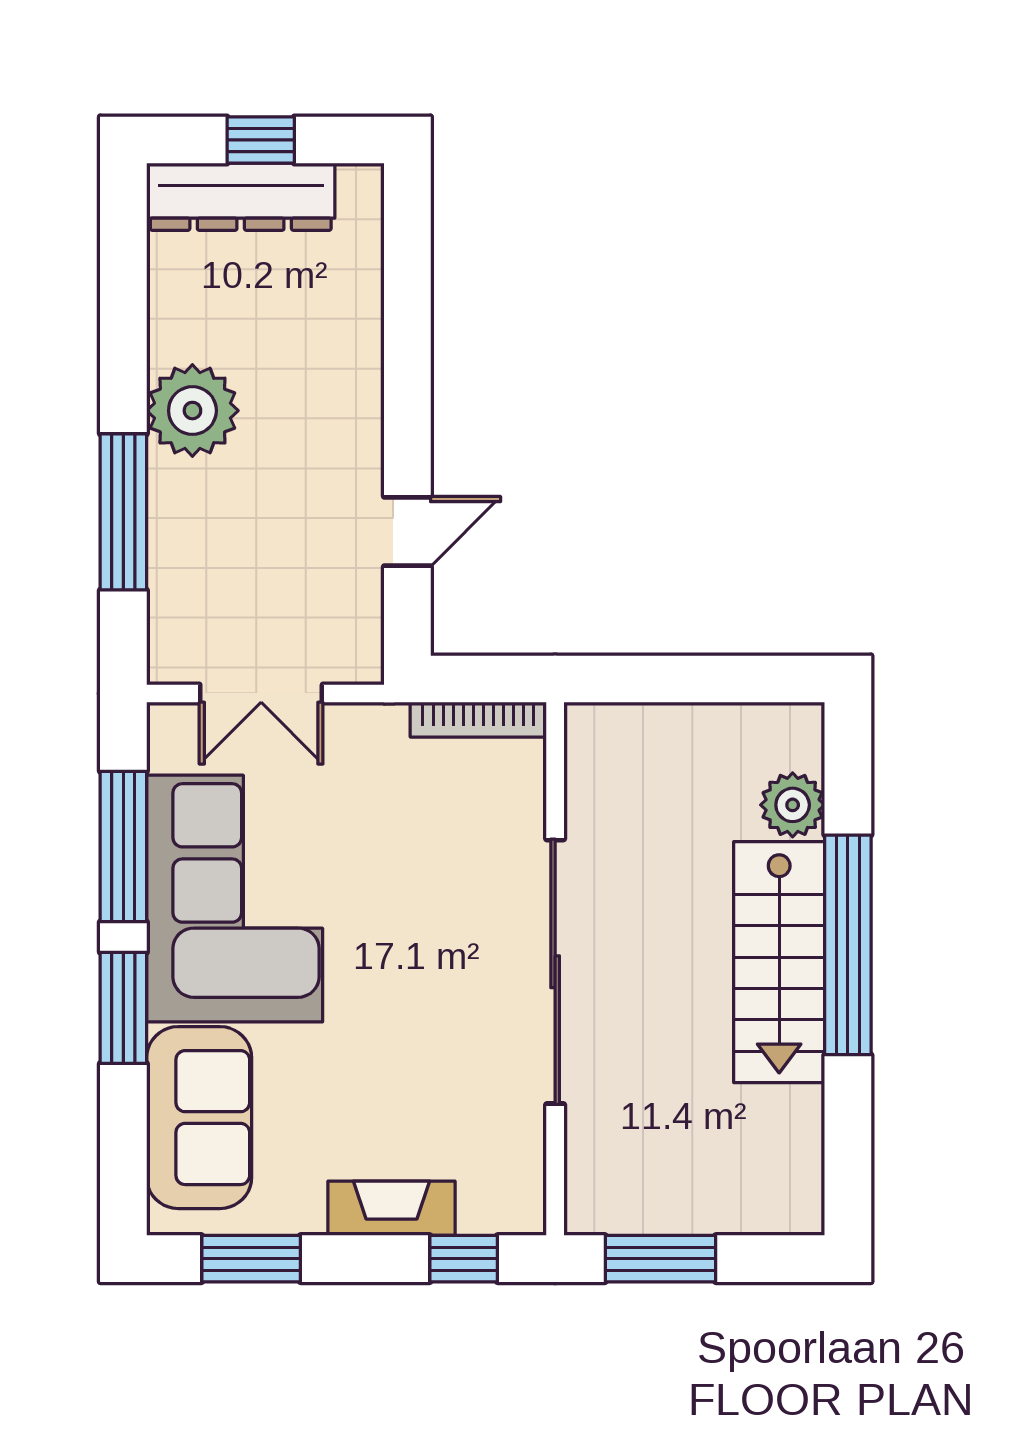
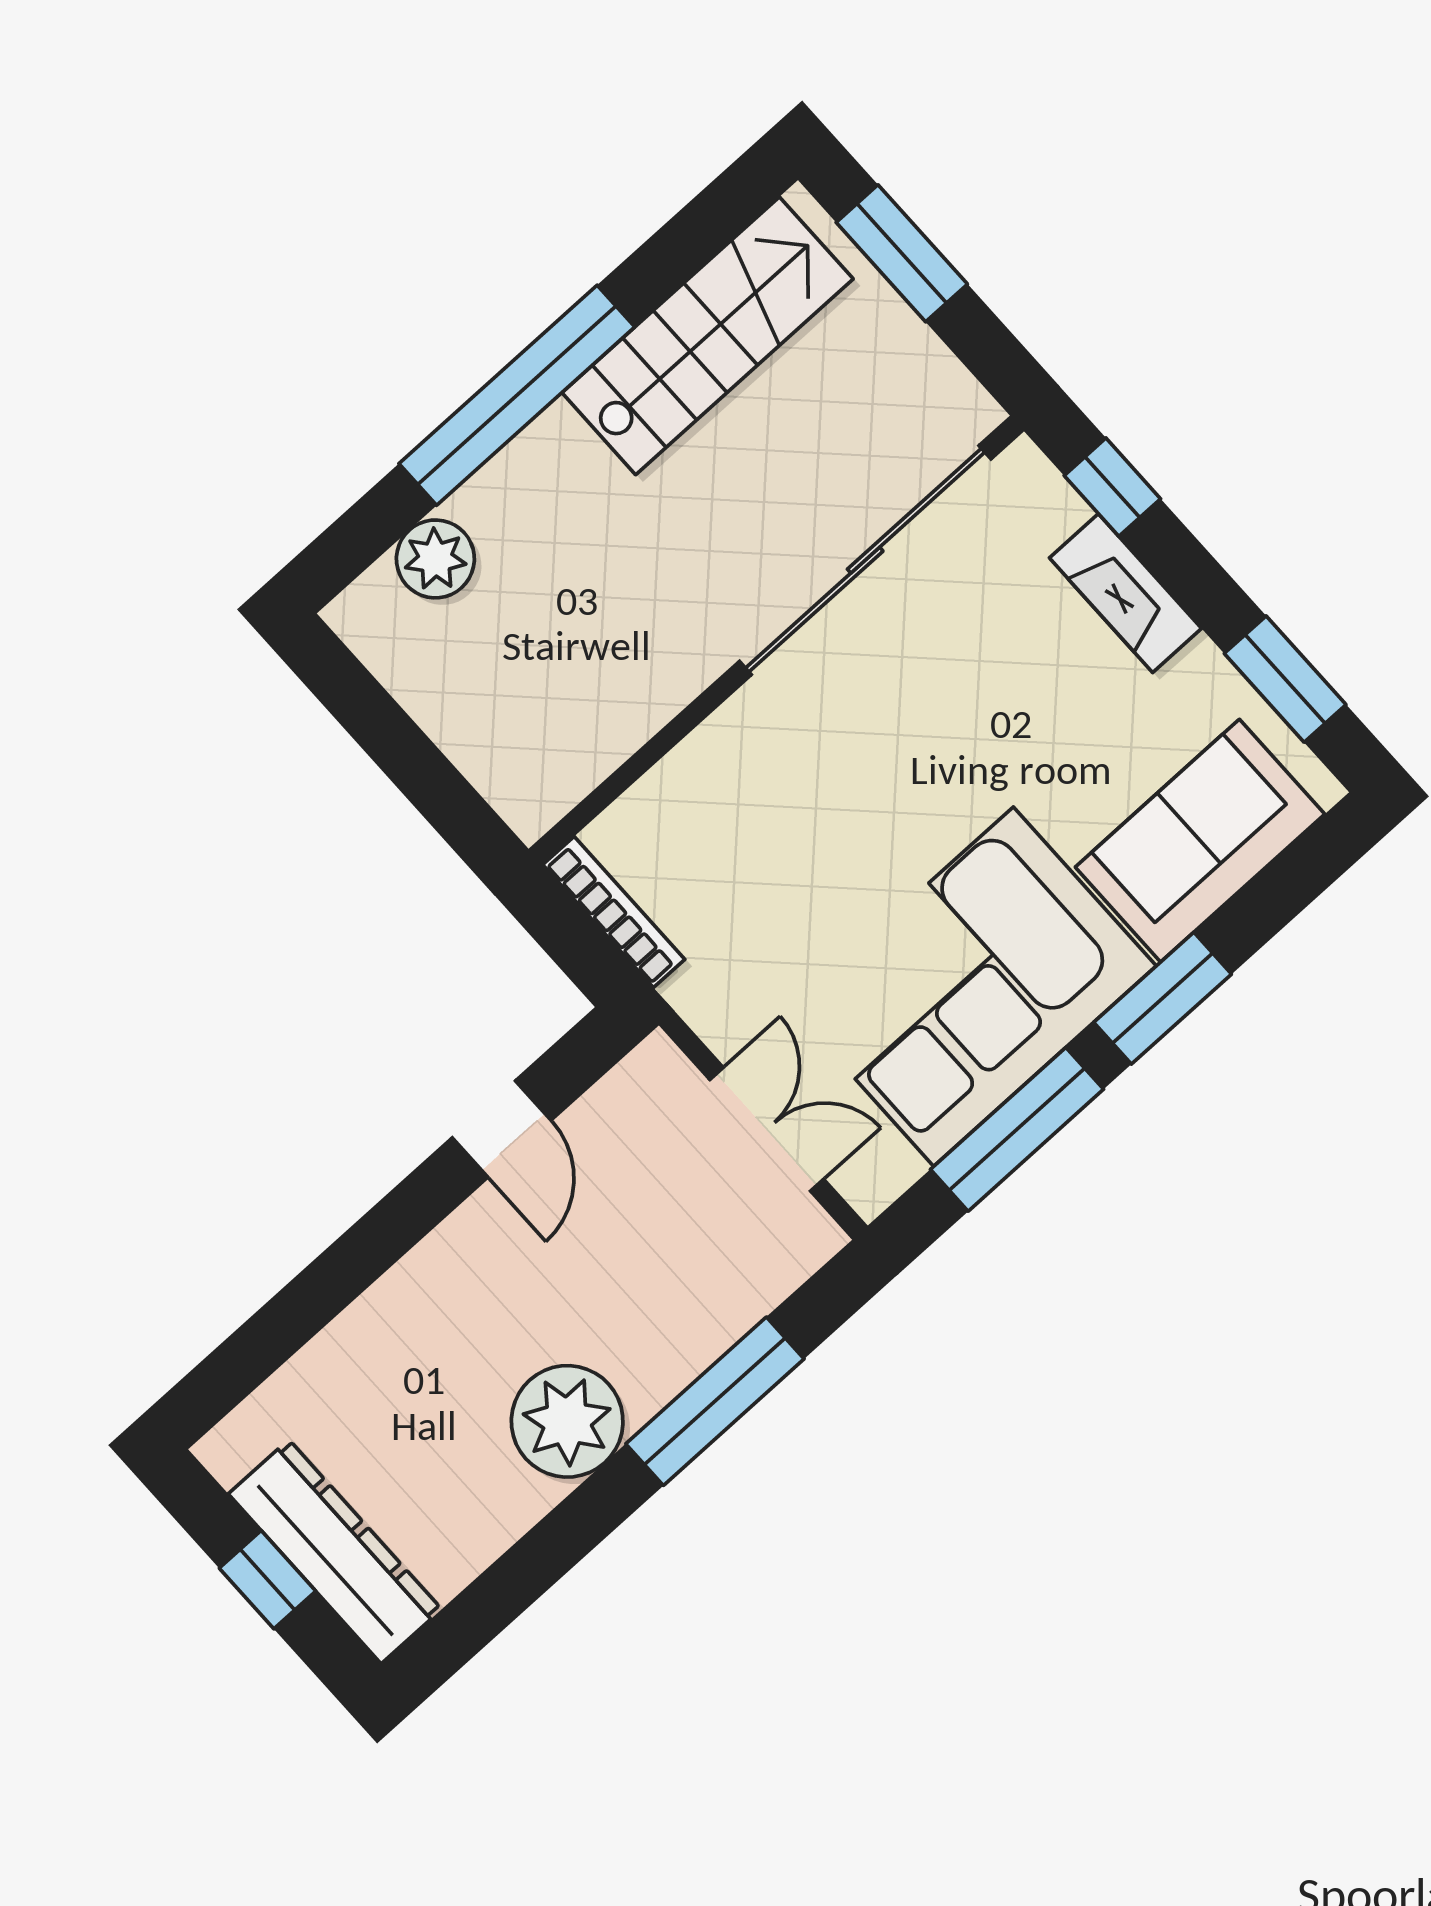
door: (407, 531) -> (502, 1129), swing flipped
stairs: (779, 962) -> (708, 336), moved
sliding door: (555, 972) -> (865, 560), moved
window: (660, 1259) -> (902, 253), moved

